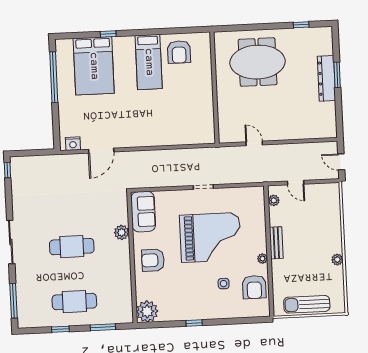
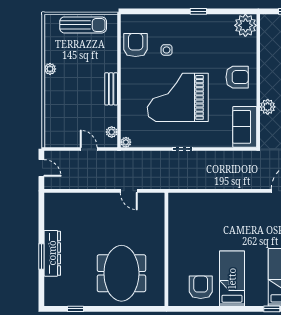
meeting table: (258, 62) -> (121, 273), turned 90
plant: (262, 259) -> (126, 142), moved

